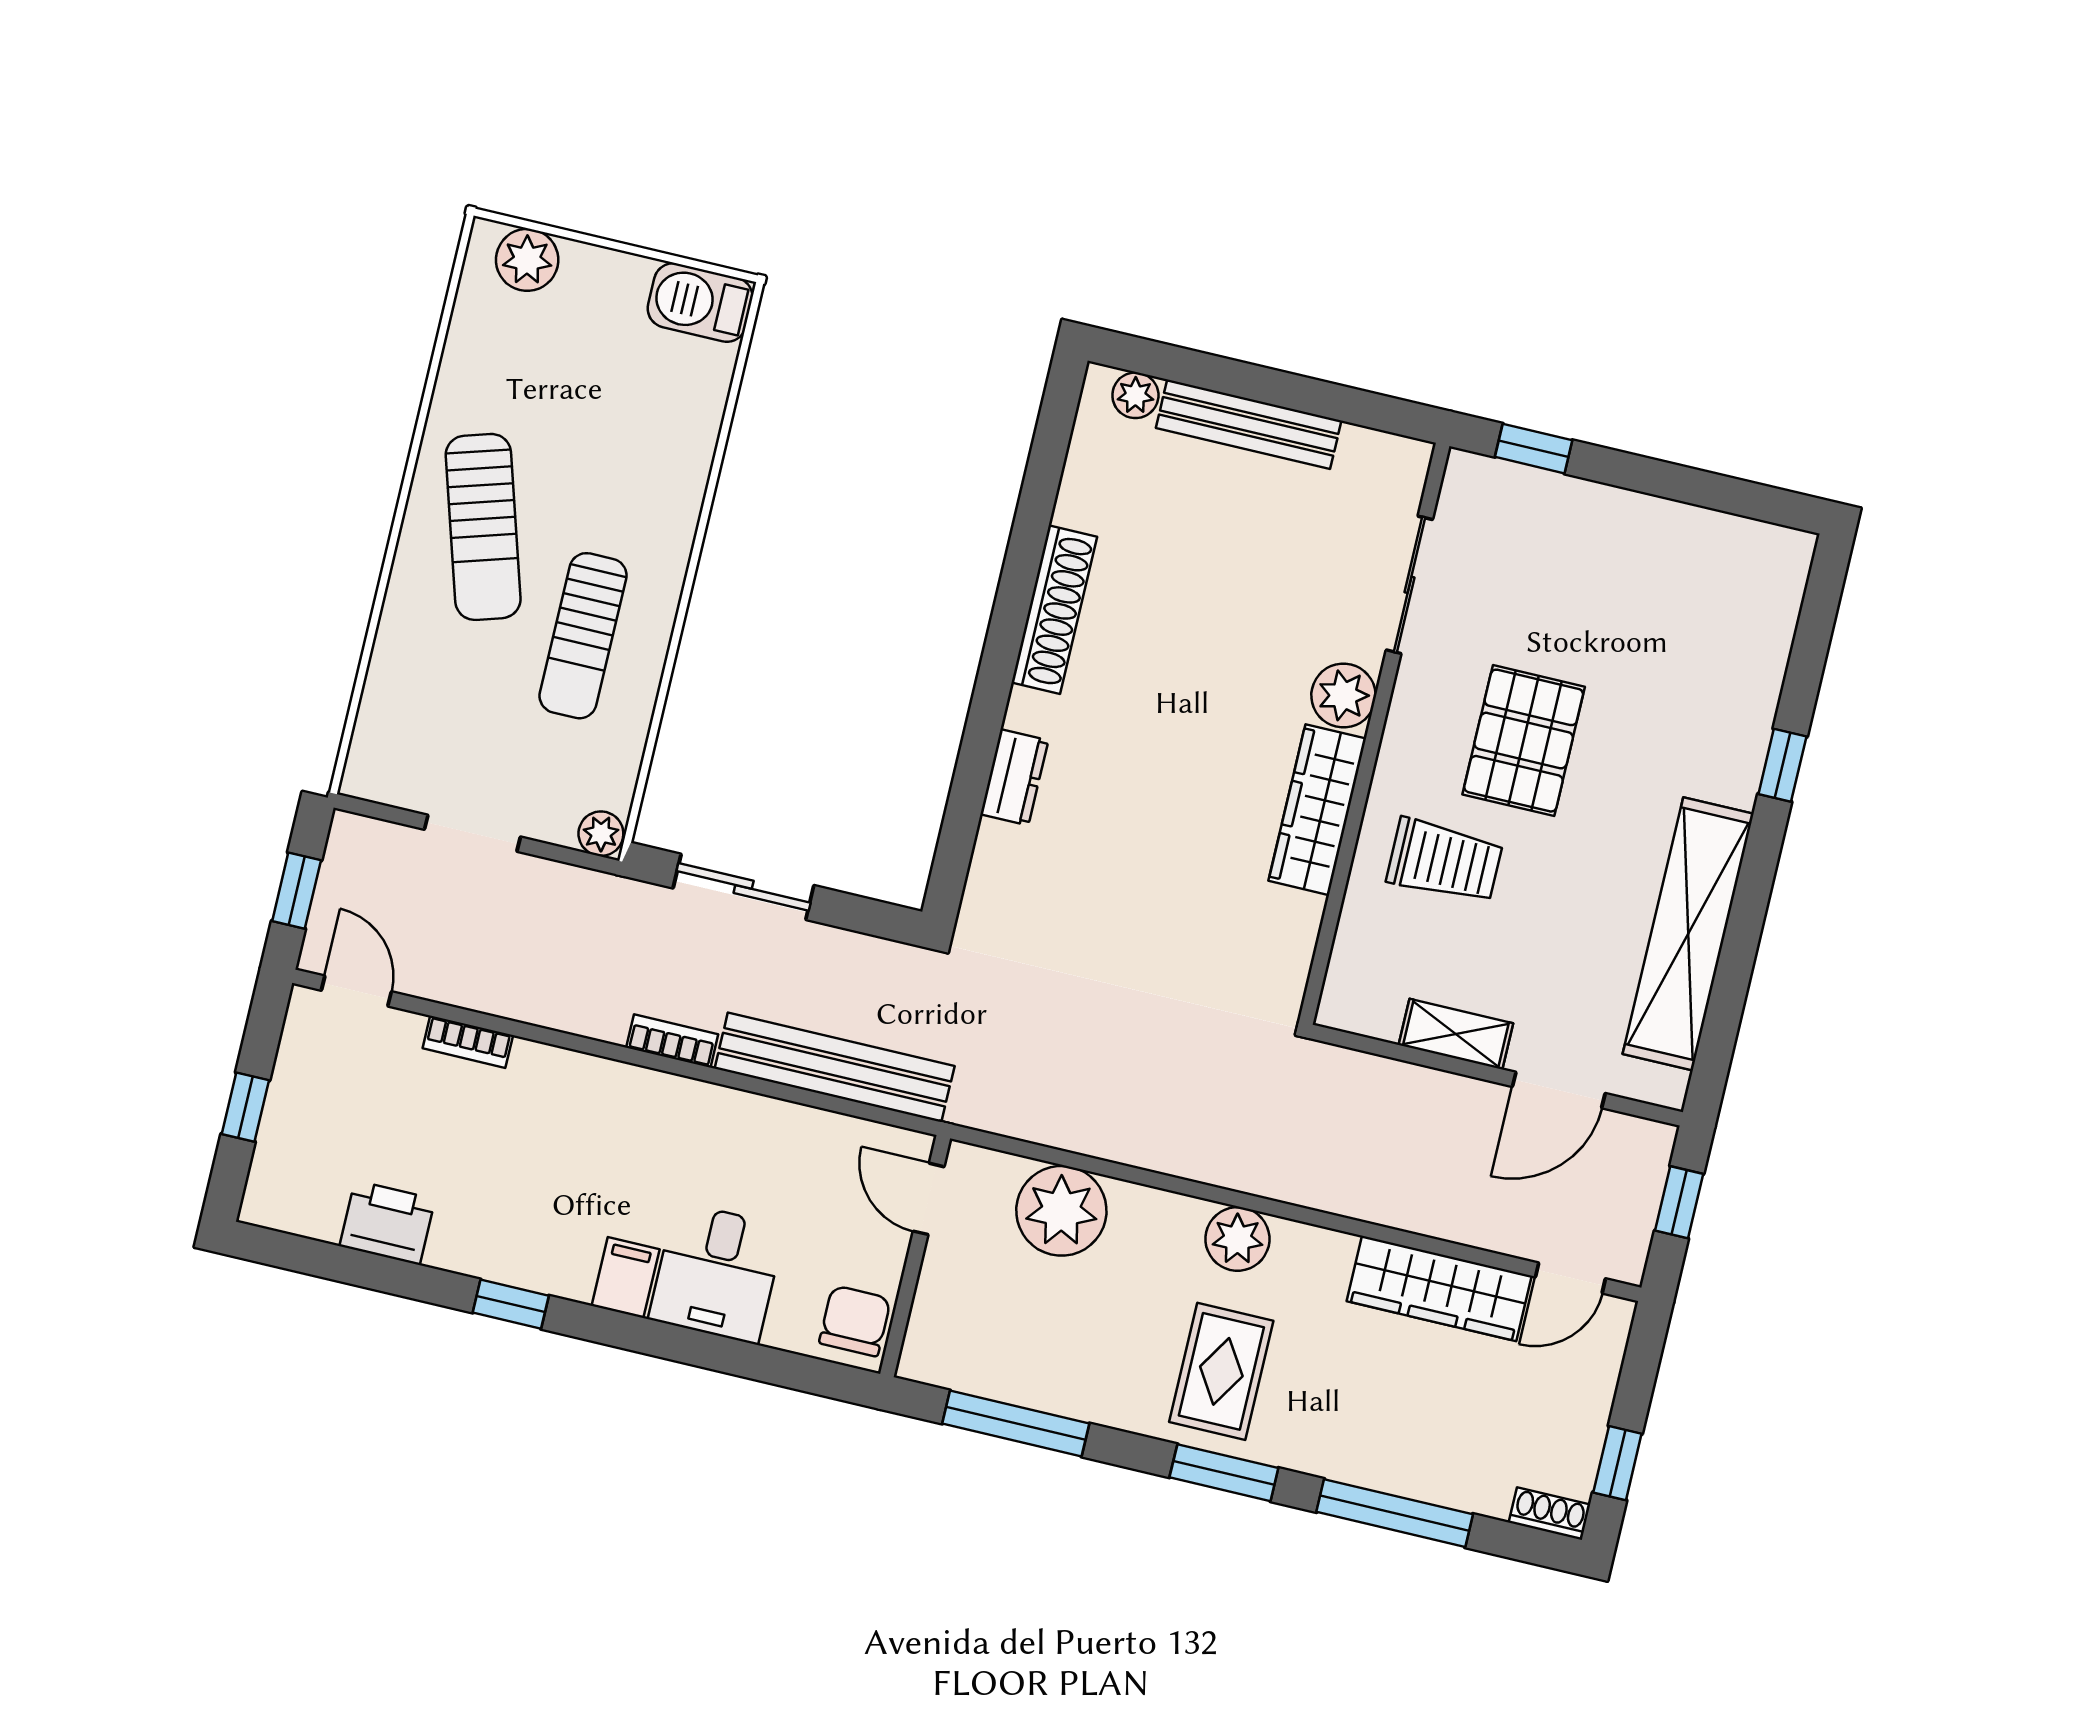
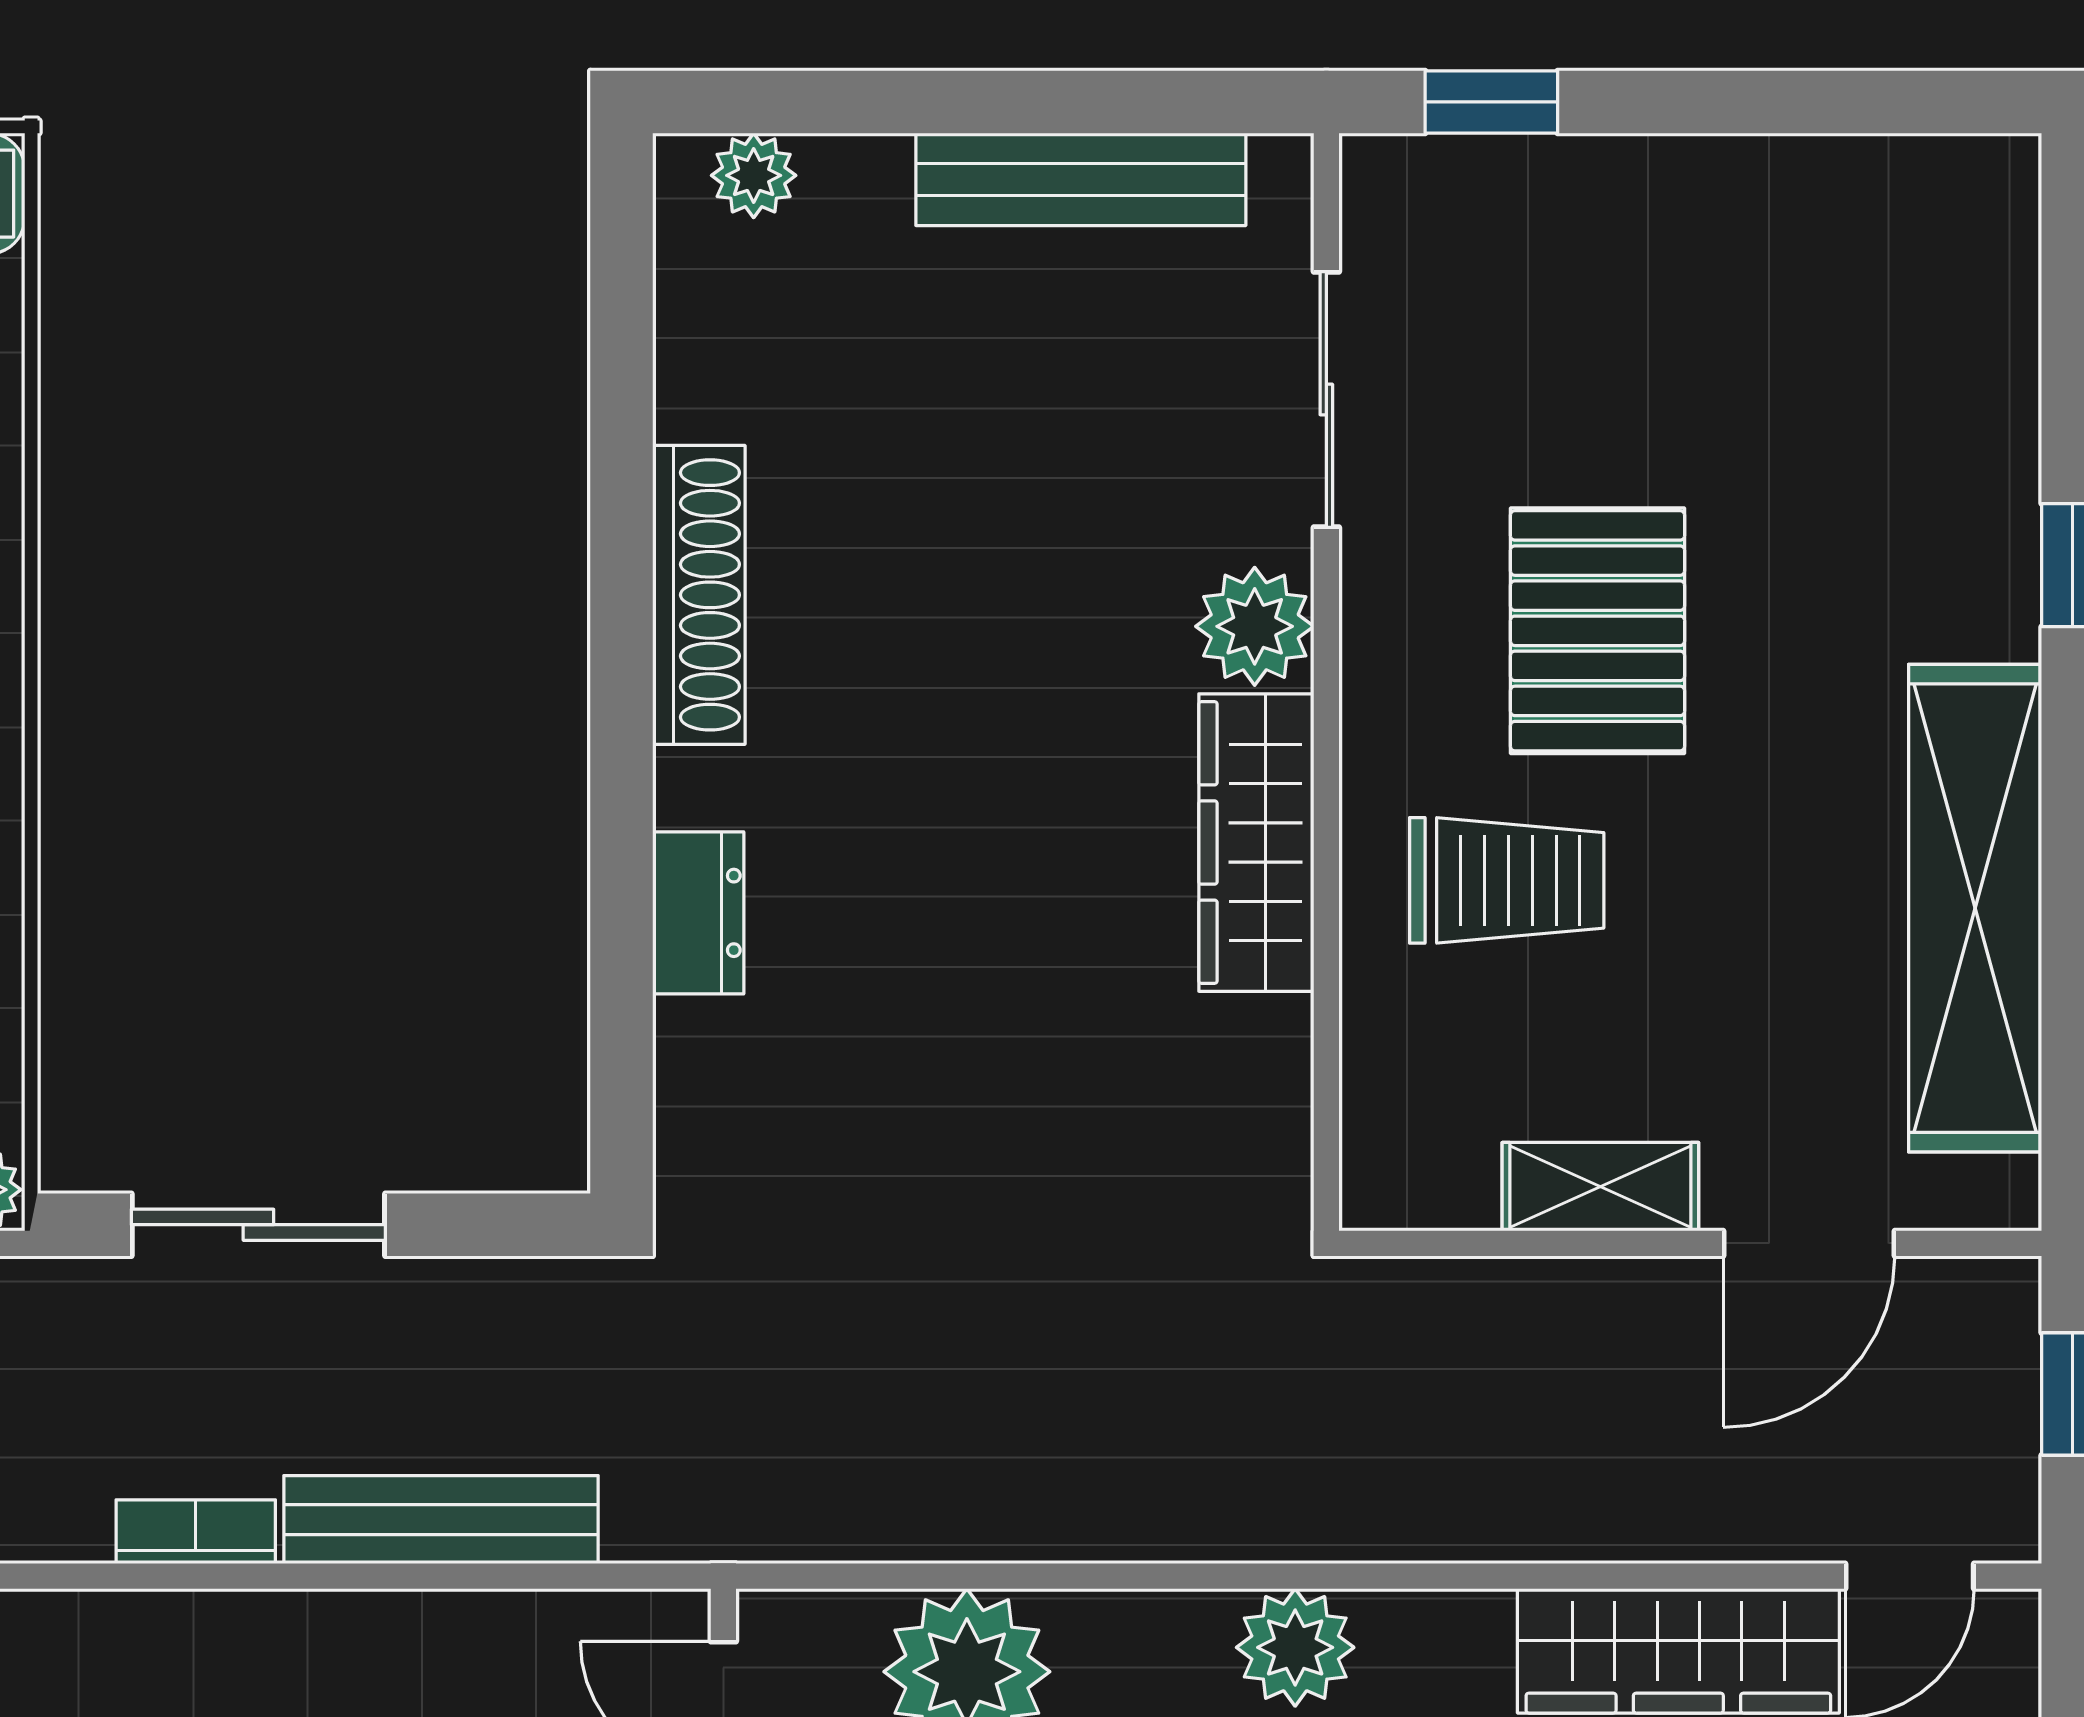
bench: (1249, 424) -> (1081, 179), moved
bench: (835, 1067) -> (441, 1520), width x0.73, depth x0.82

